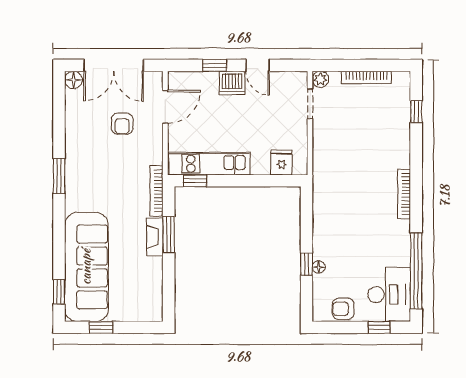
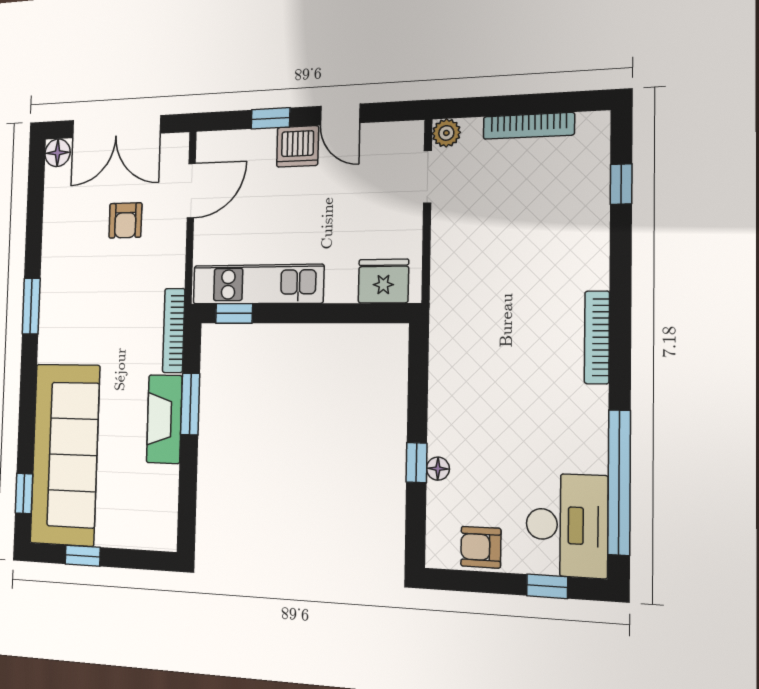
fridge: (281, 163) -> (383, 281), width x1.38
fireplace: (155, 237) -> (164, 419), width x1.37, depth x1.32

